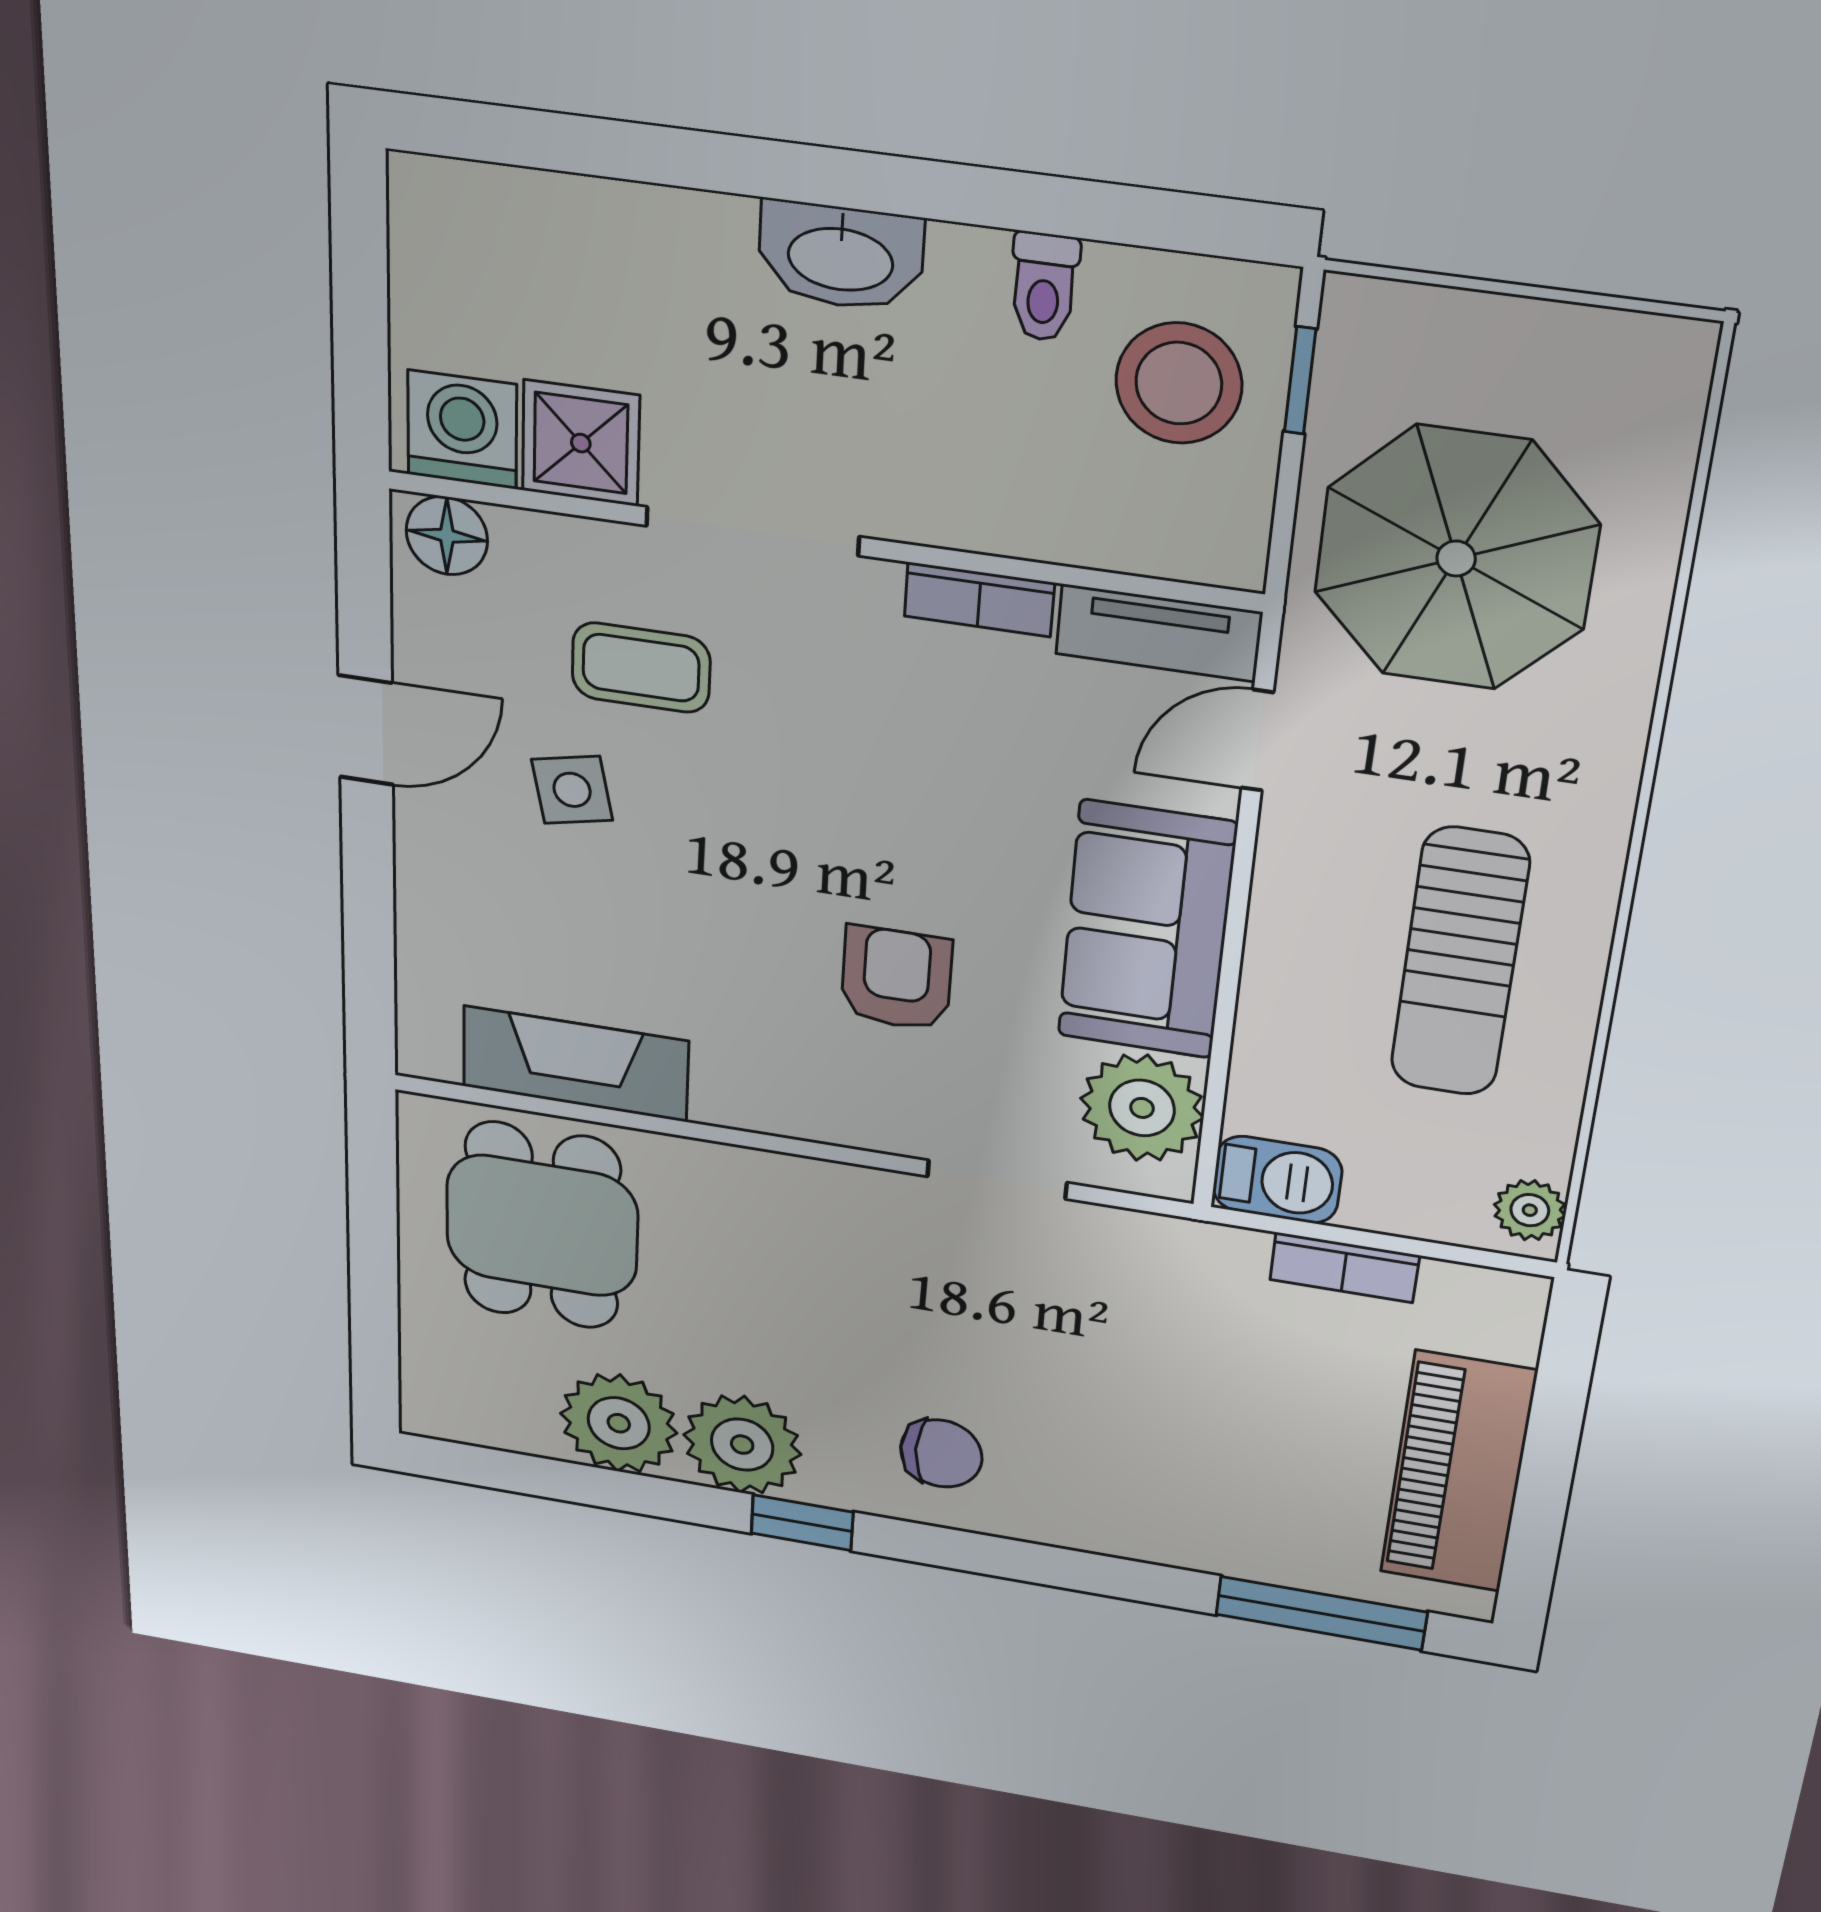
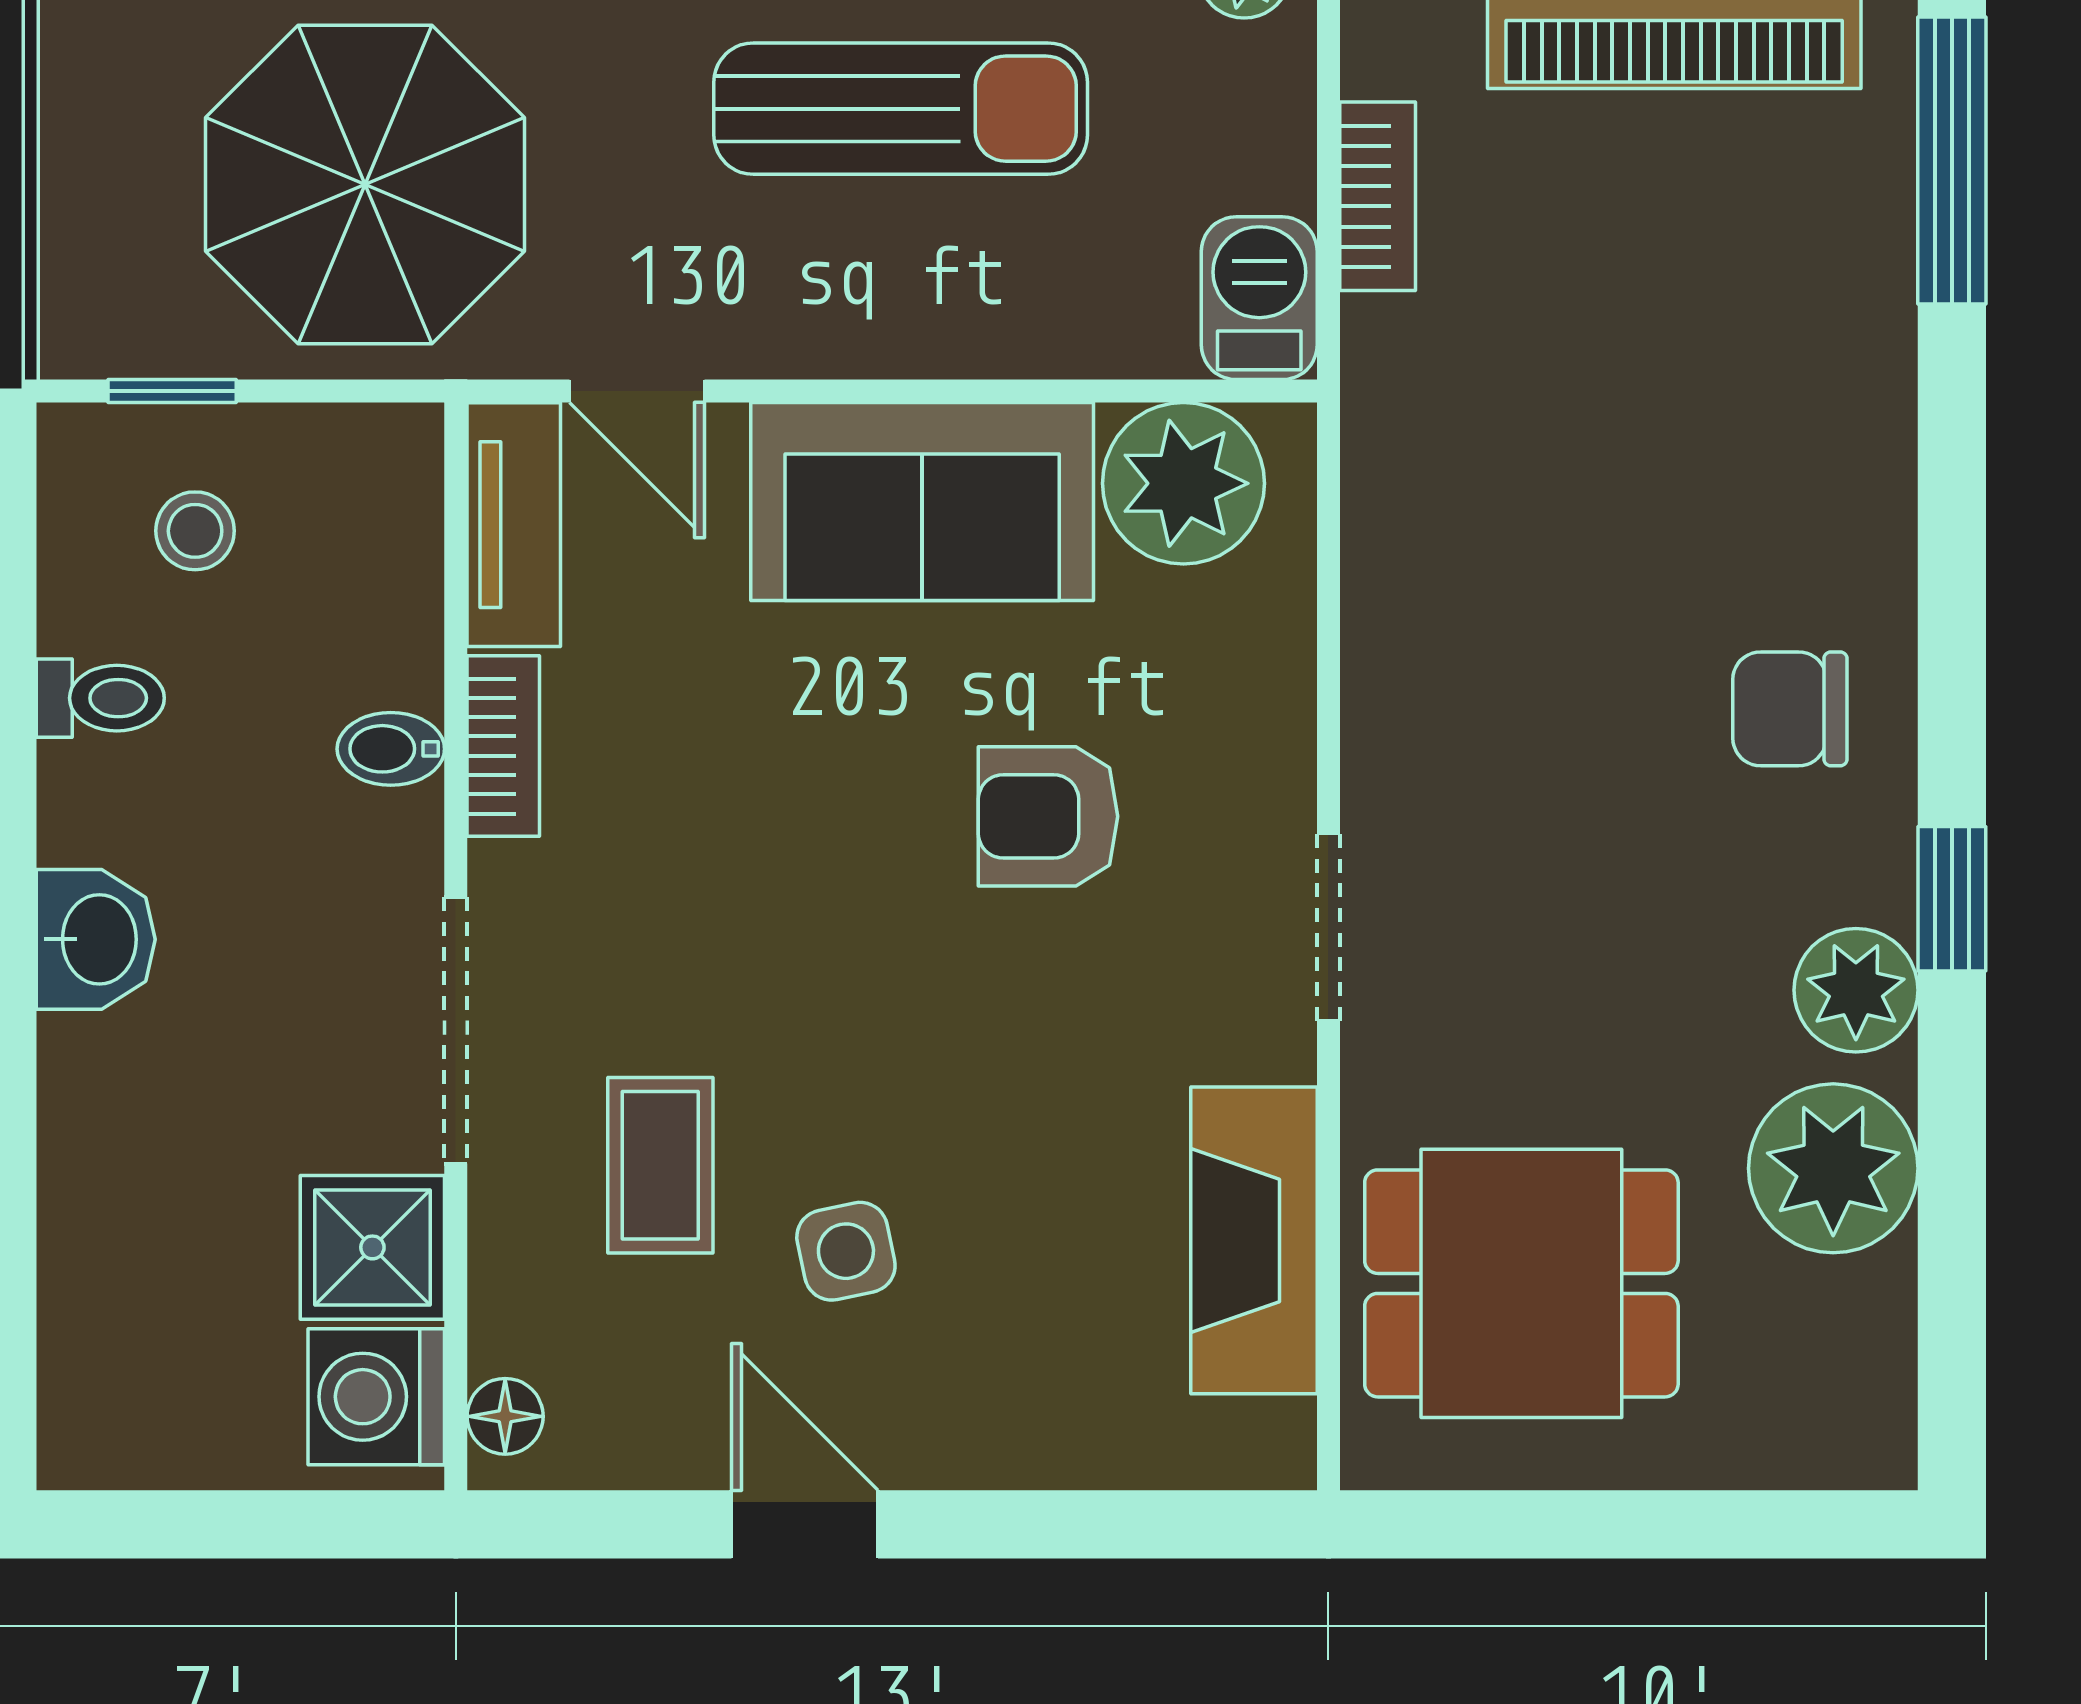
washbasin: (841, 256) -> (96, 939), width x0.72
stool: (1179, 383) -> (195, 531), width x0.53, depth x0.53
bidet: (983, 513) -> (391, 749), added
floor lamp: (447, 536) -> (505, 1416), width x0.73, depth x0.73
doorway: (997, 1180) -> (1328, 927), moved
plant: (742, 1445) -> (1856, 990), width x0.73, depth x0.73
chair: (941, 1453) -> (1790, 709), turned -90

